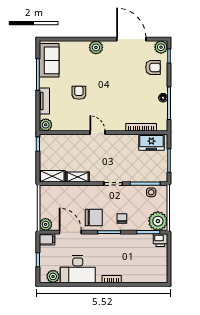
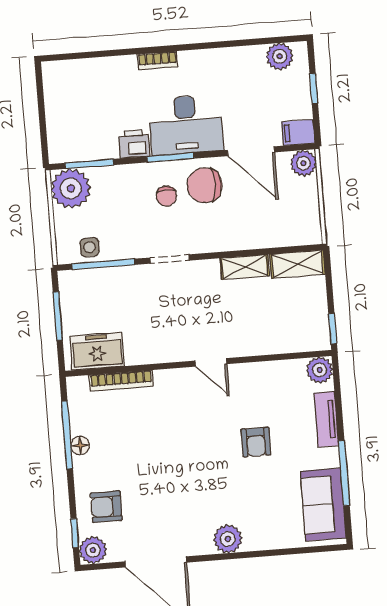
chair: (122, 218) -> (166, 196), moved
printer: (160, 240) -> (134, 144), moved
desk: (78, 269) -> (186, 125), moved, turned 180

